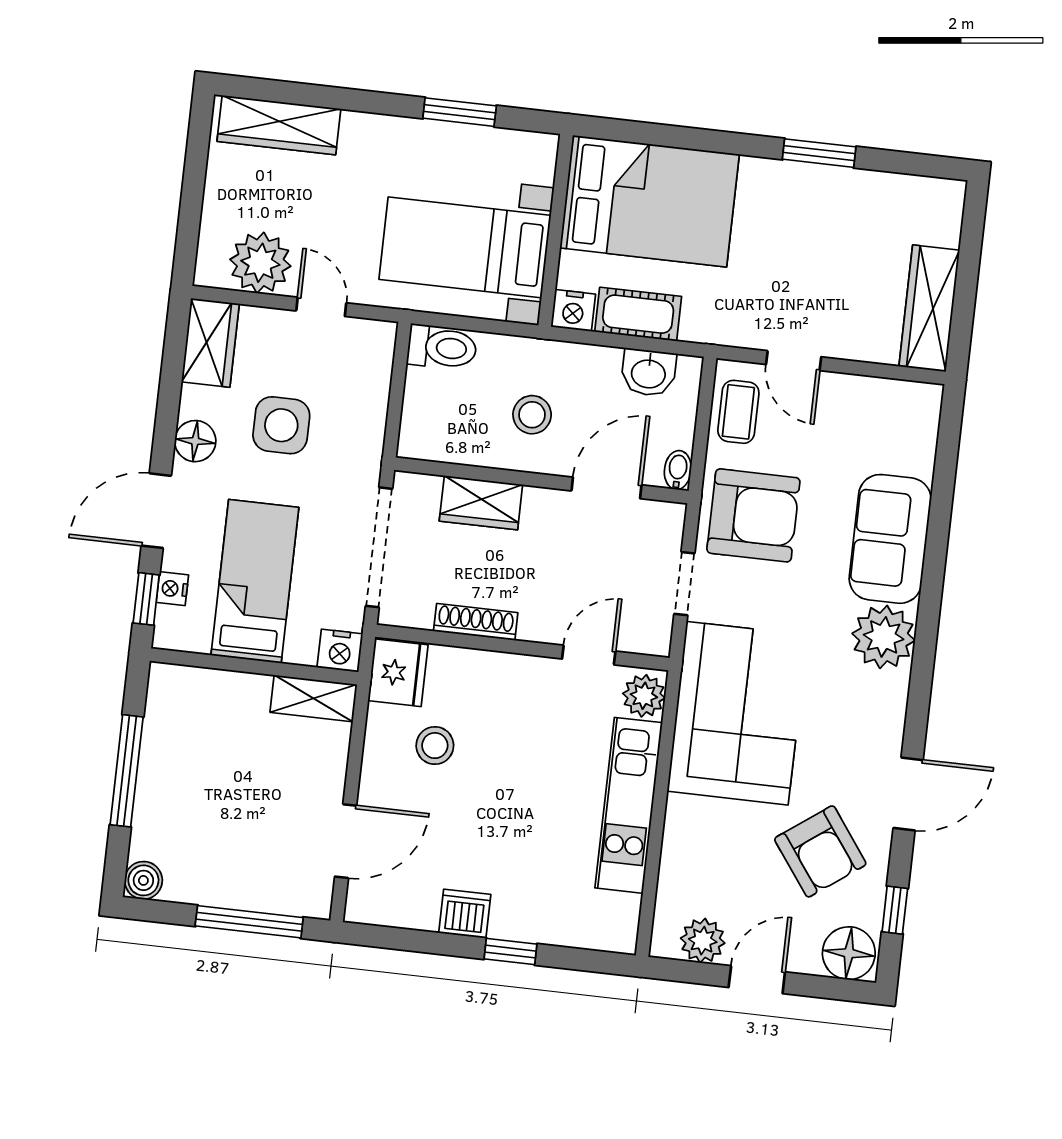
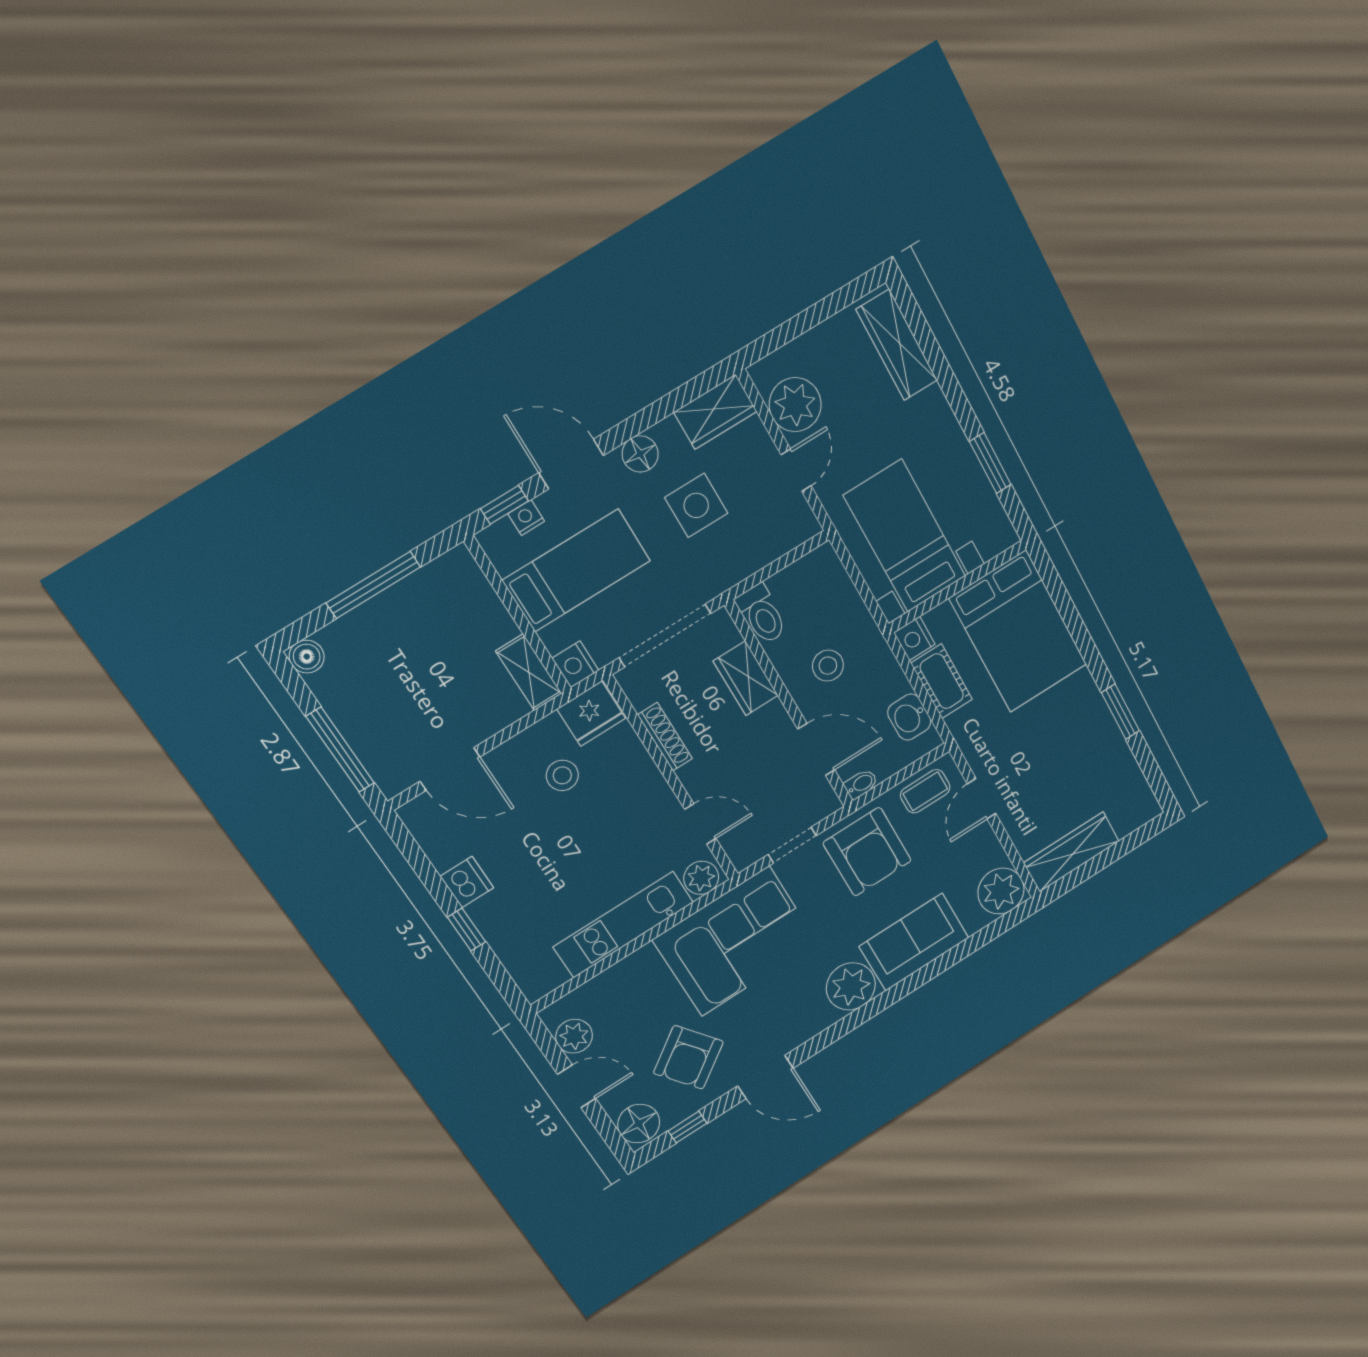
toilet: (442, 347) -> (762, 614), moved
plant: (910, 411) -> (1001, 891), added

